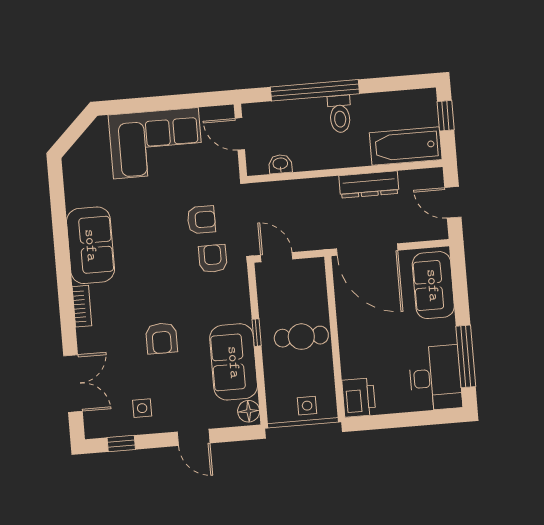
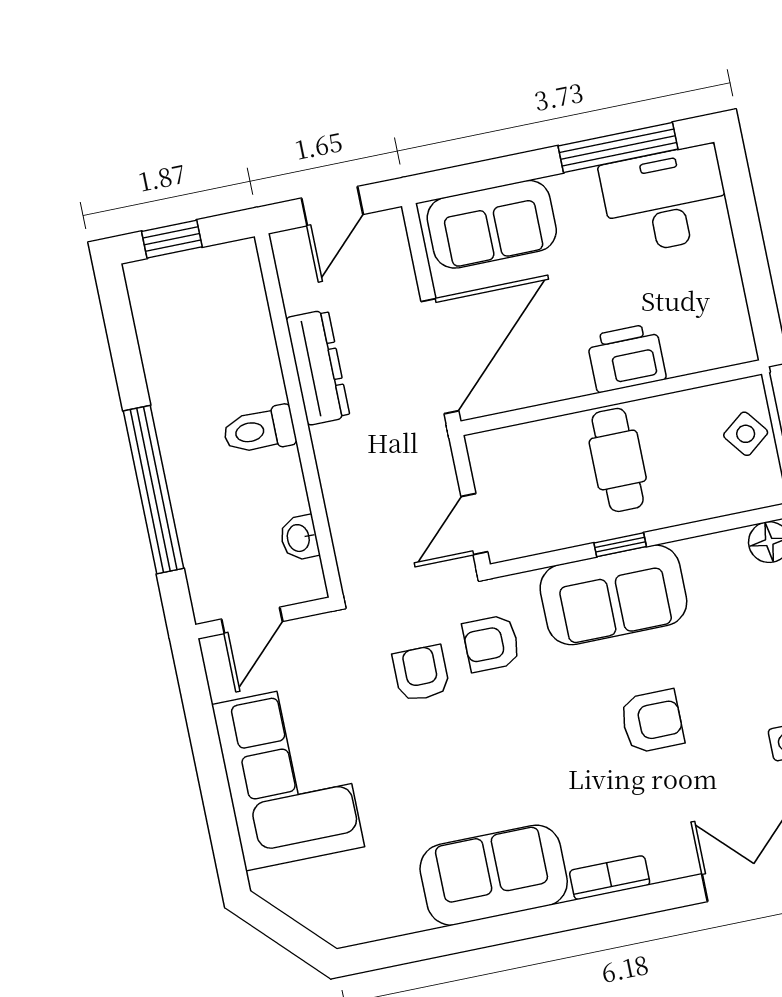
toilet: (340, 114) -> (259, 430), moved, turned 180
bathtub: (406, 146) -> (238, 307), removed
sofa: (234, 362) -> (613, 595), moved
printer: (359, 397) -> (626, 358), moved
side table: (307, 406) -> (746, 434), turned -38

